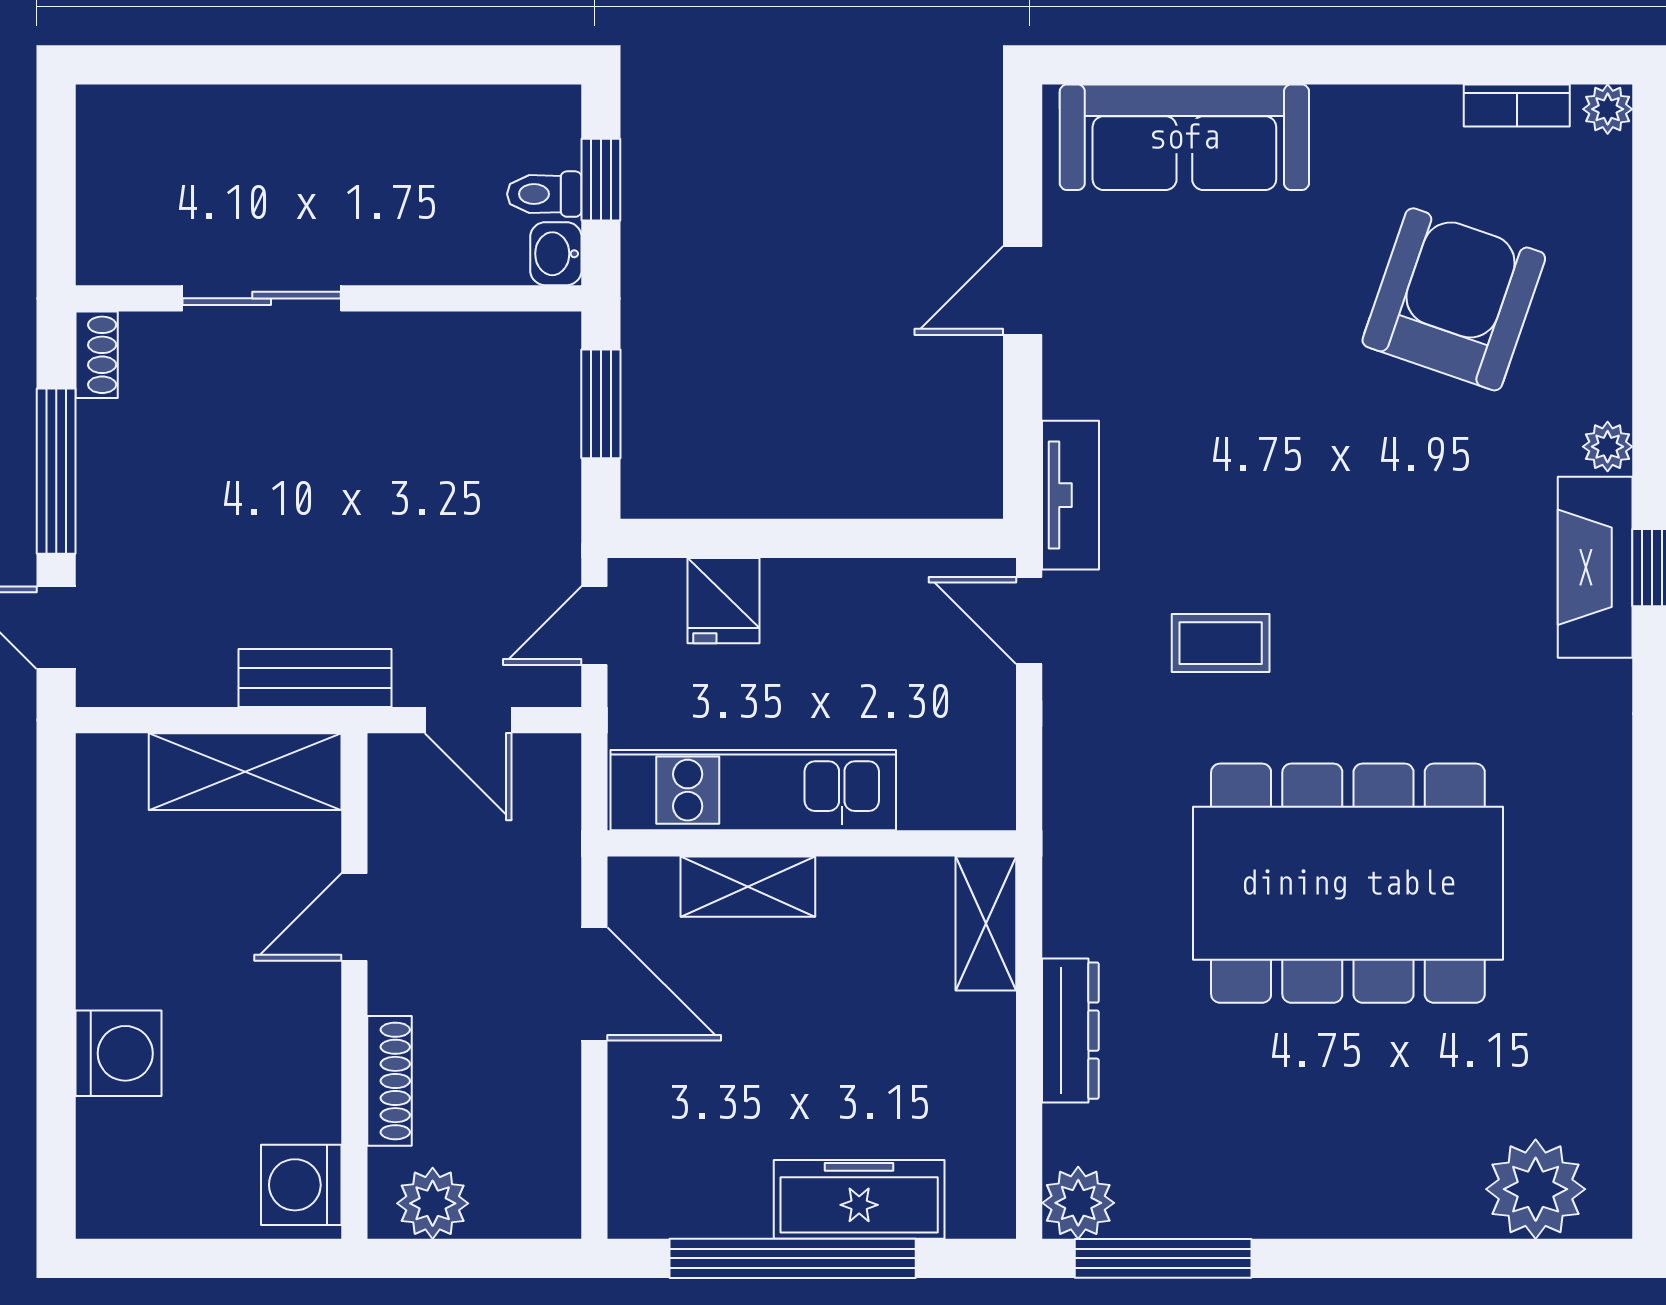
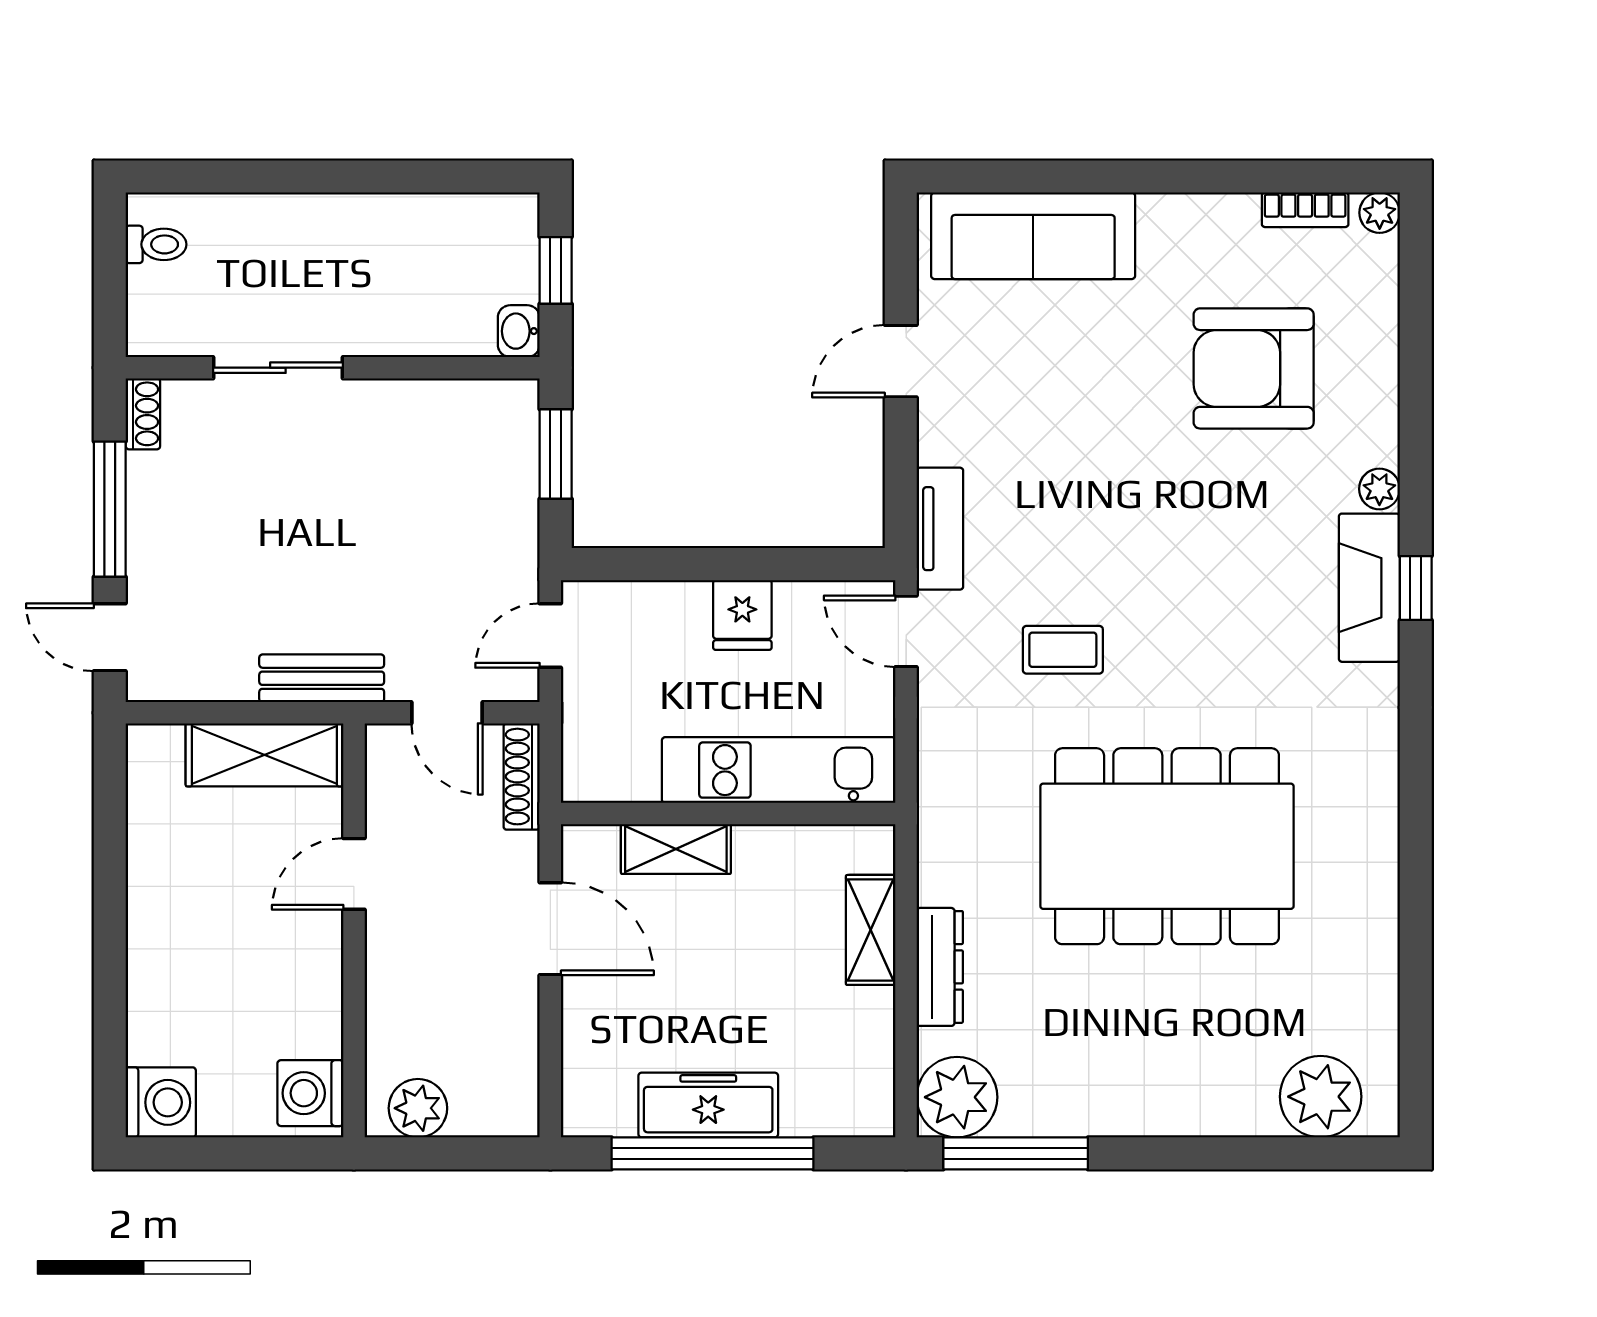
toilet: (544, 194) -> (156, 244), moved, turned 180
armchair: (1454, 299) -> (1254, 368), turned -109
fridge: (723, 601) -> (742, 615), moved
kitchen unit: (753, 790) -> (779, 770), moved
shelving: (986, 923) -> (871, 930), moved
washing machine: (118, 1053) -> (161, 1102), moved
shoe rack: (390, 1081) -> (522, 777), moved, turned 180
freezer: (859, 1199) -> (708, 1105), moved
plant: (1078, 1203) -> (957, 1097), width x1.36, depth x1.36

